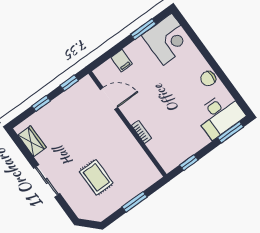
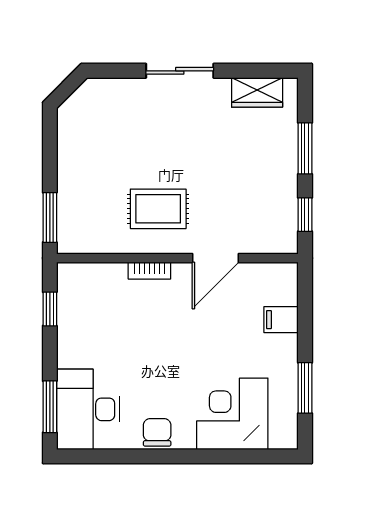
corner desk: (168, 39) -> (232, 414), moved, turned 90
door: (109, 98) -> (215, 258), moved
window: (41, 103) -> (305, 148), width x1.50
rug: (96, 177) -> (158, 209), moved
window: (135, 202) -> (50, 217), moved

